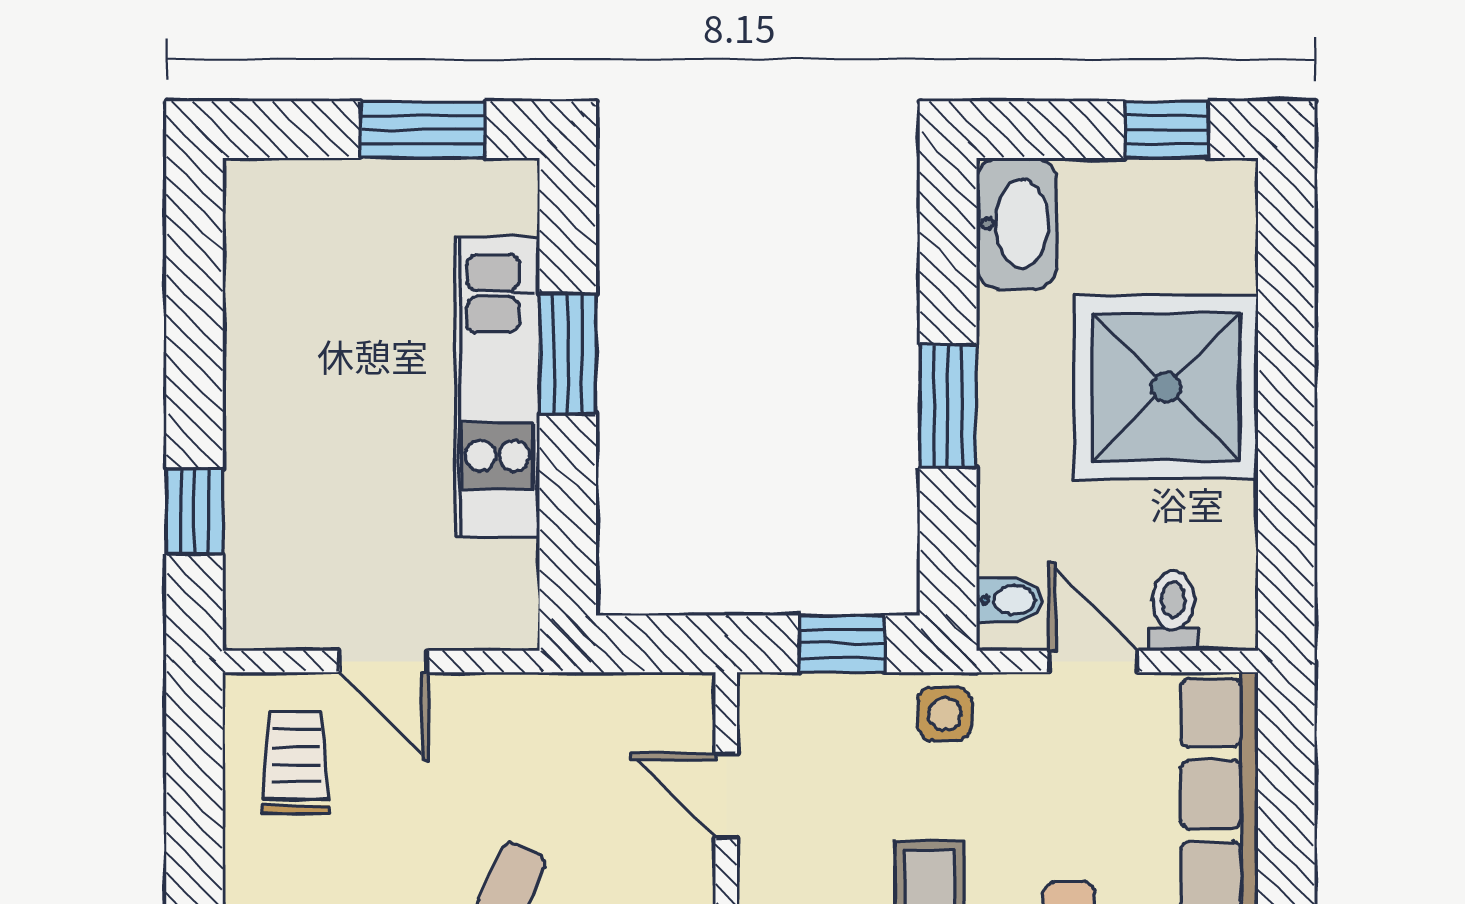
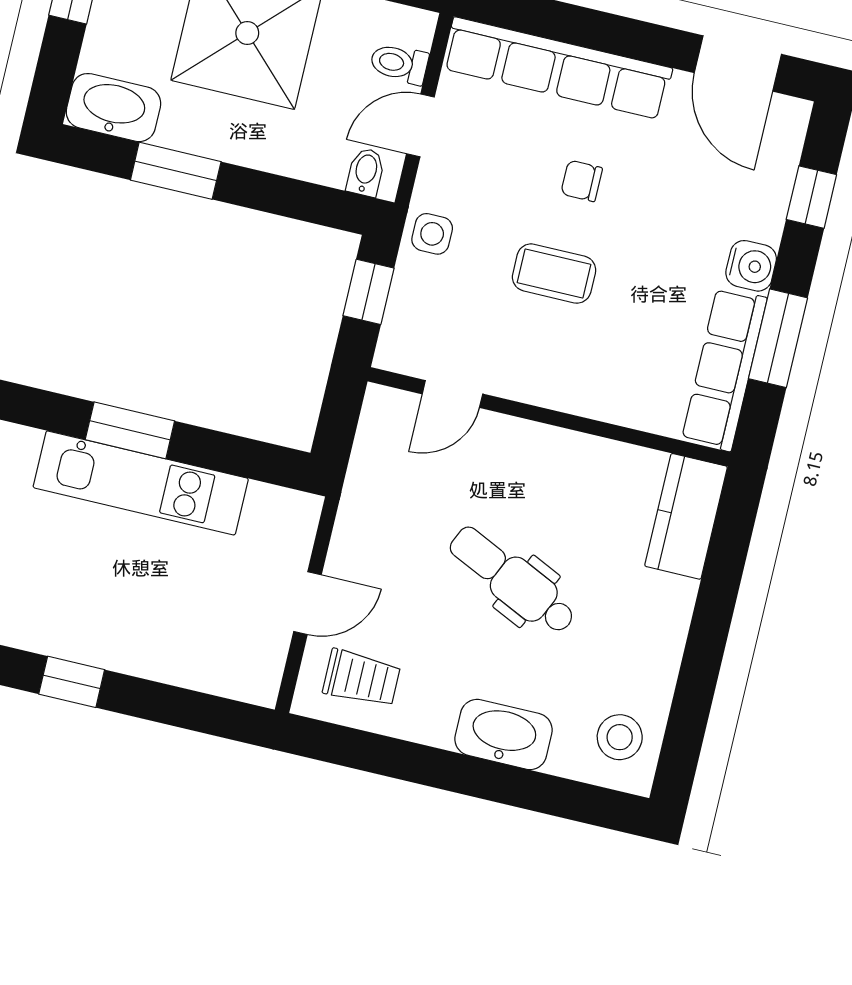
window: (948, 406) -> (176, 171), moved
window: (194, 511) -> (72, 682), moved
trolley: (296, 763) -> (362, 678), turned 180

